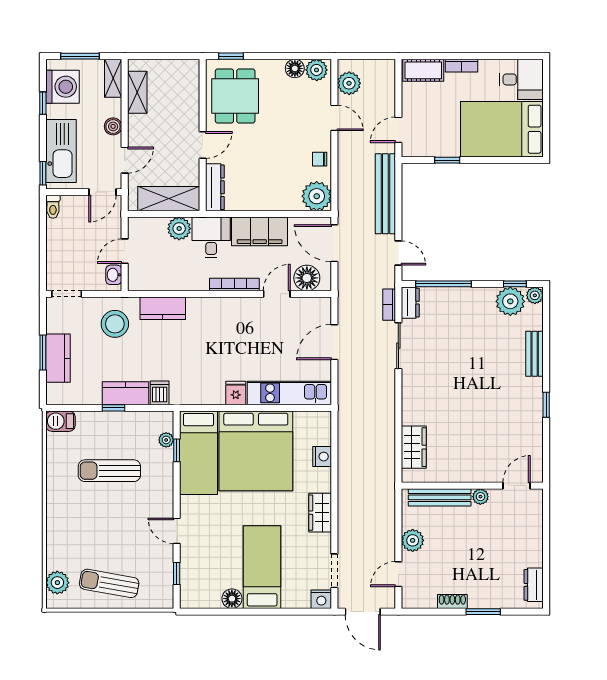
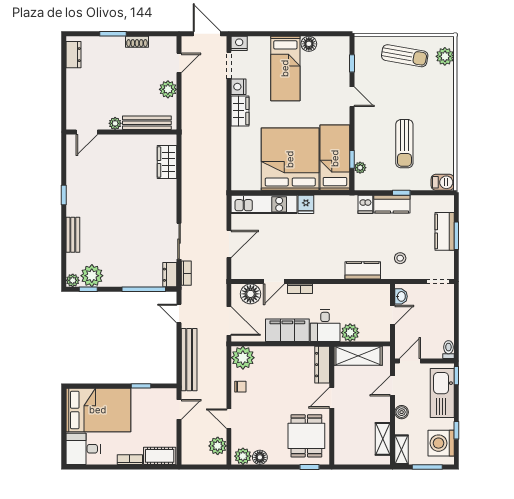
bookcase: (234, 285) -> (300, 289), width x0.64
stool: (115, 324) -> (400, 258), width x0.53, depth x0.53
nightstand: (322, 457) -> (238, 87), moved
sun lounger: (109, 471) -> (404, 144), turned 90

